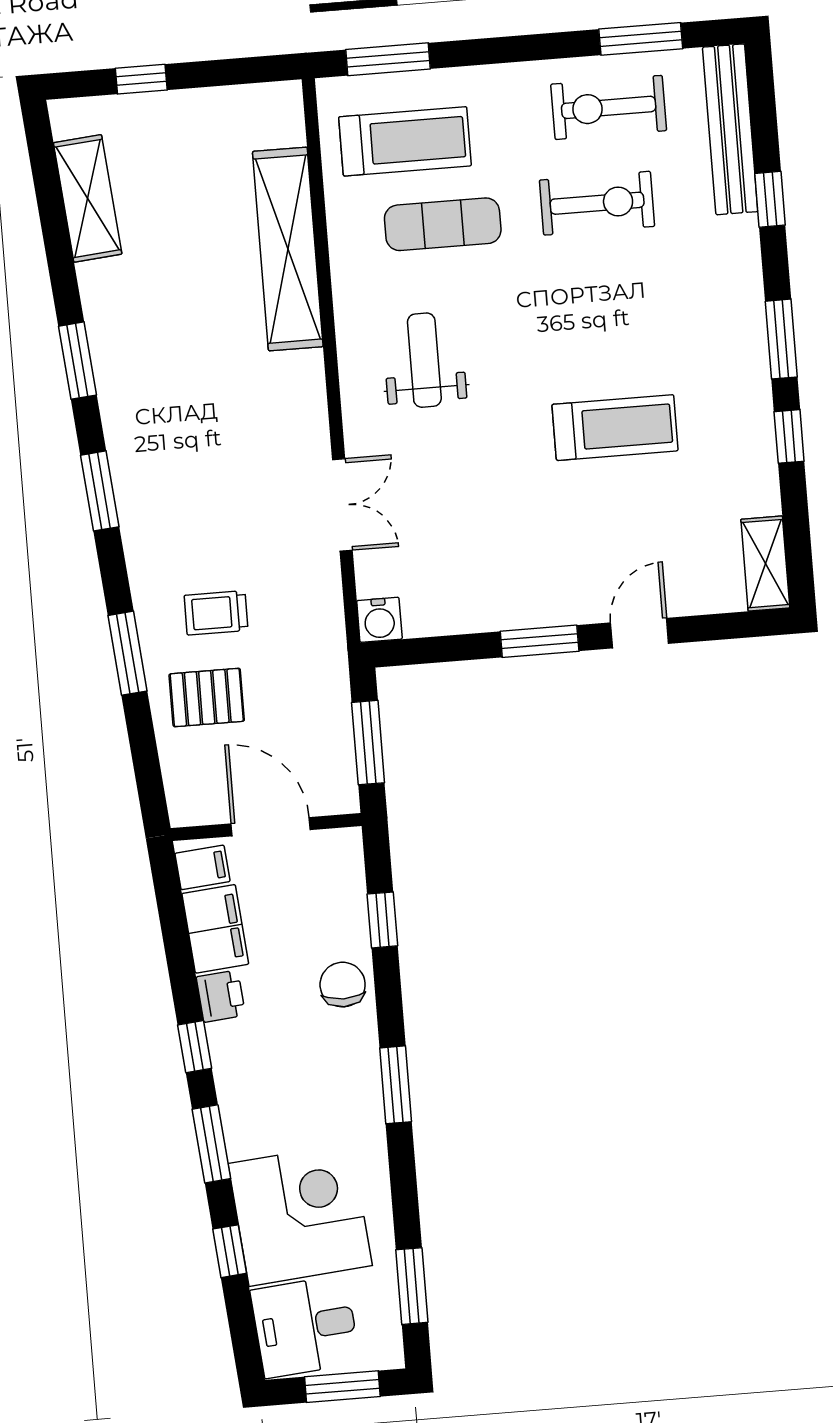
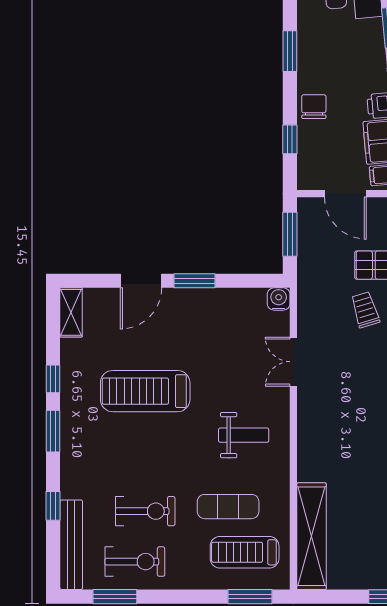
exercise bike: (597, 203) -> (145, 511), turned 180
shelving: (288, 249) -> (311, 536), moved
weight bench: (424, 360) -> (244, 435), turned -90
treadmill: (615, 428) -> (145, 391), width x1.37, depth x1.38
trolley: (216, 613) -> (365, 310), turned -107
door: (640, 633) -> (141, 281), width x1.38
chair: (343, 985) -> (314, 107), turned 180

